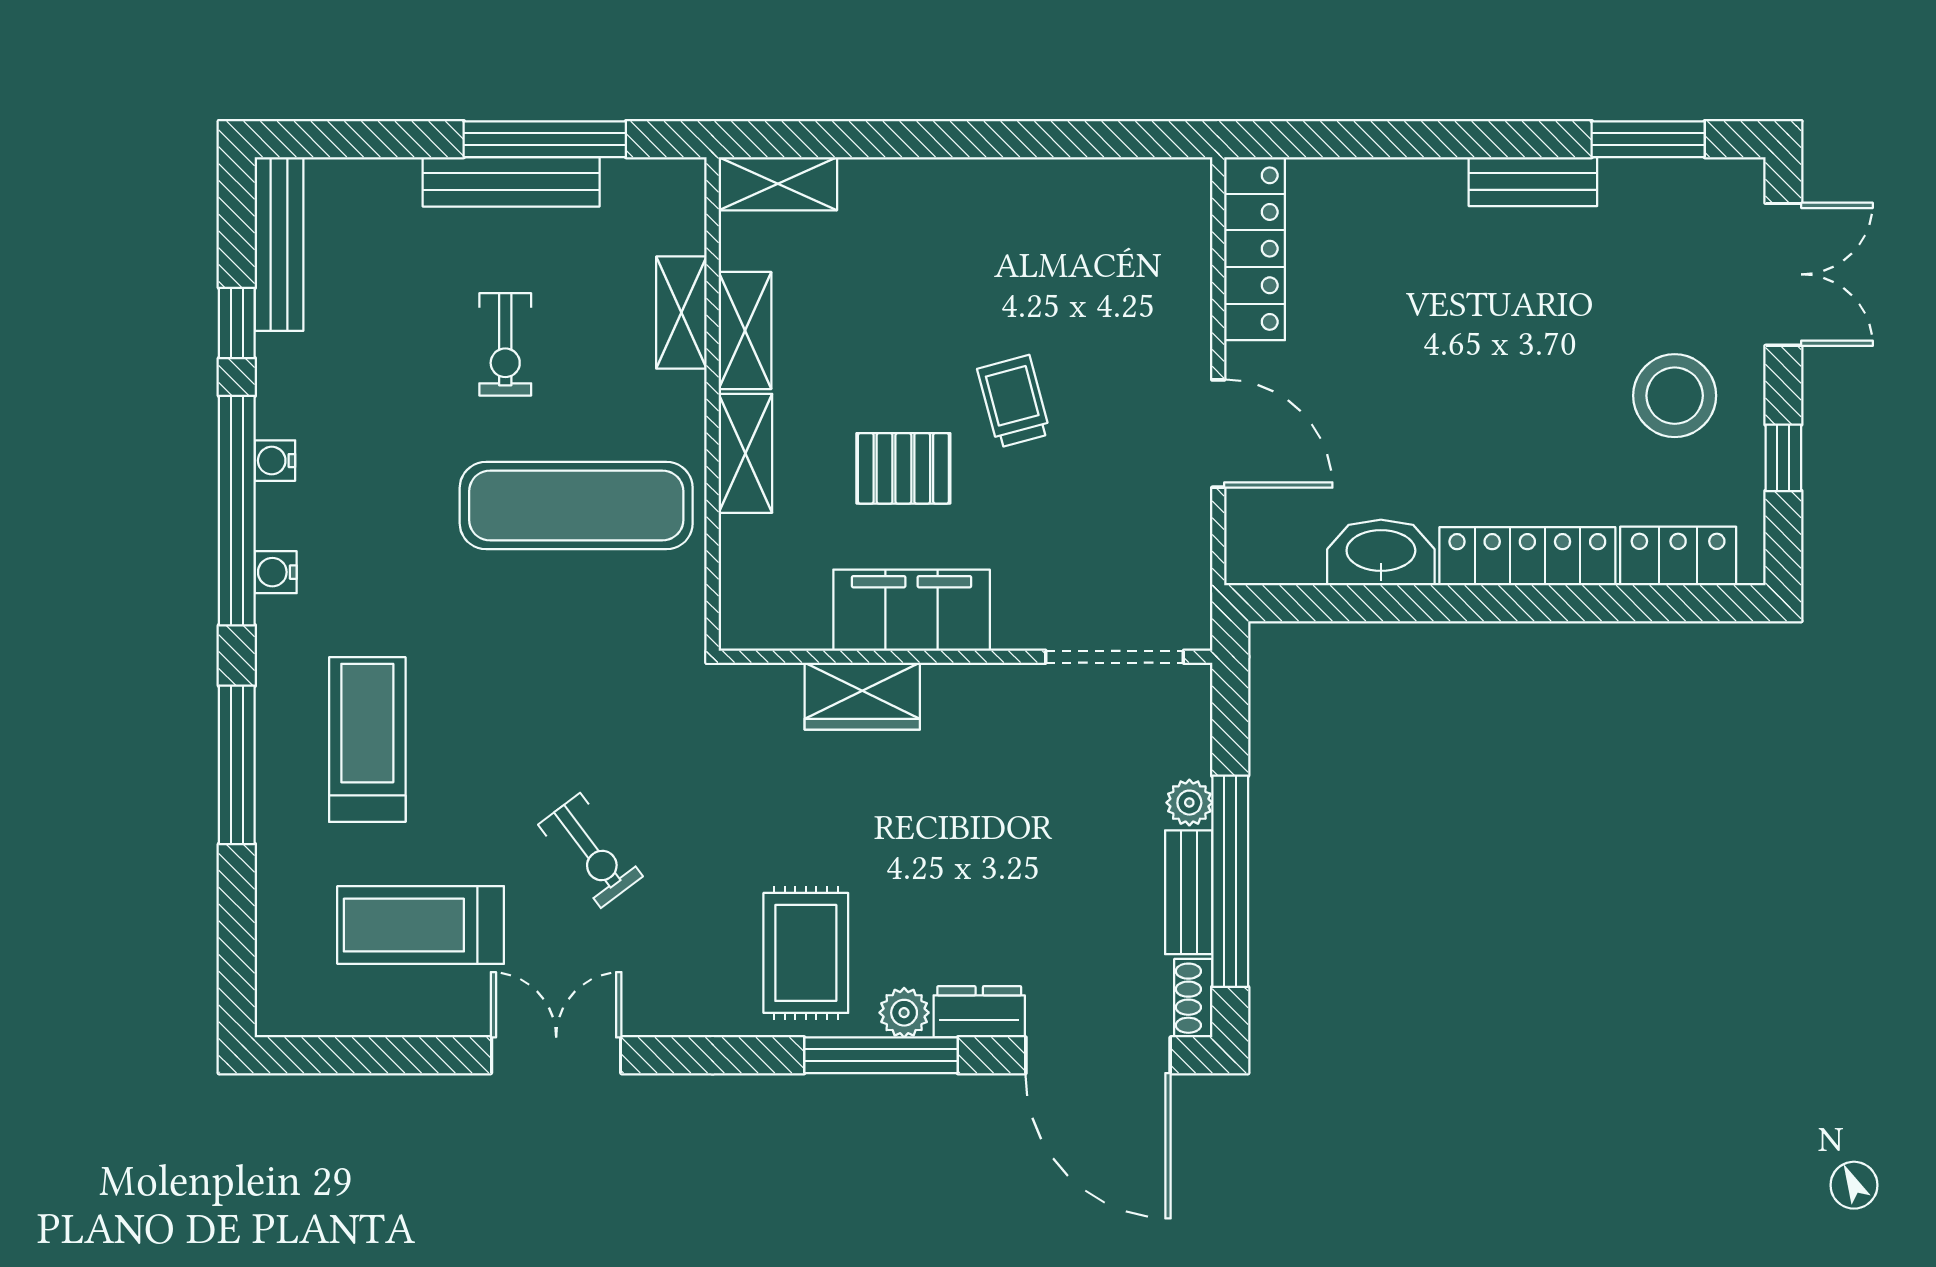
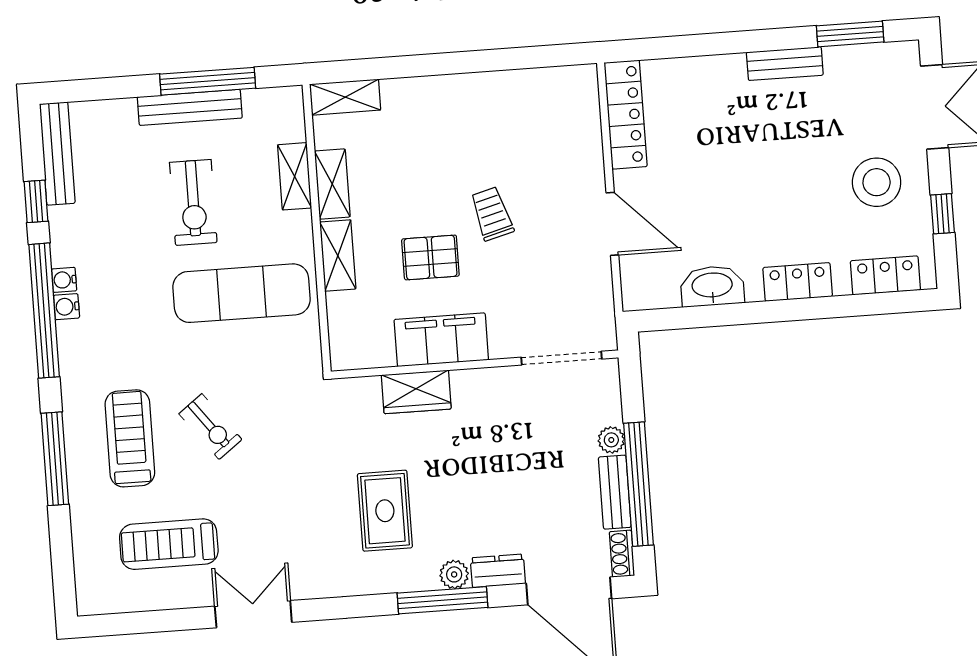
exercise bike: (505, 344) -> (193, 202), width x1.38, depth x1.39
locker: (1527, 556) -> (798, 282), width x0.66
water cooler: (276, 572) -> (67, 307), moved
exercise bike: (590, 850) -> (210, 427), moved
rug: (806, 953) -> (385, 511), moved

